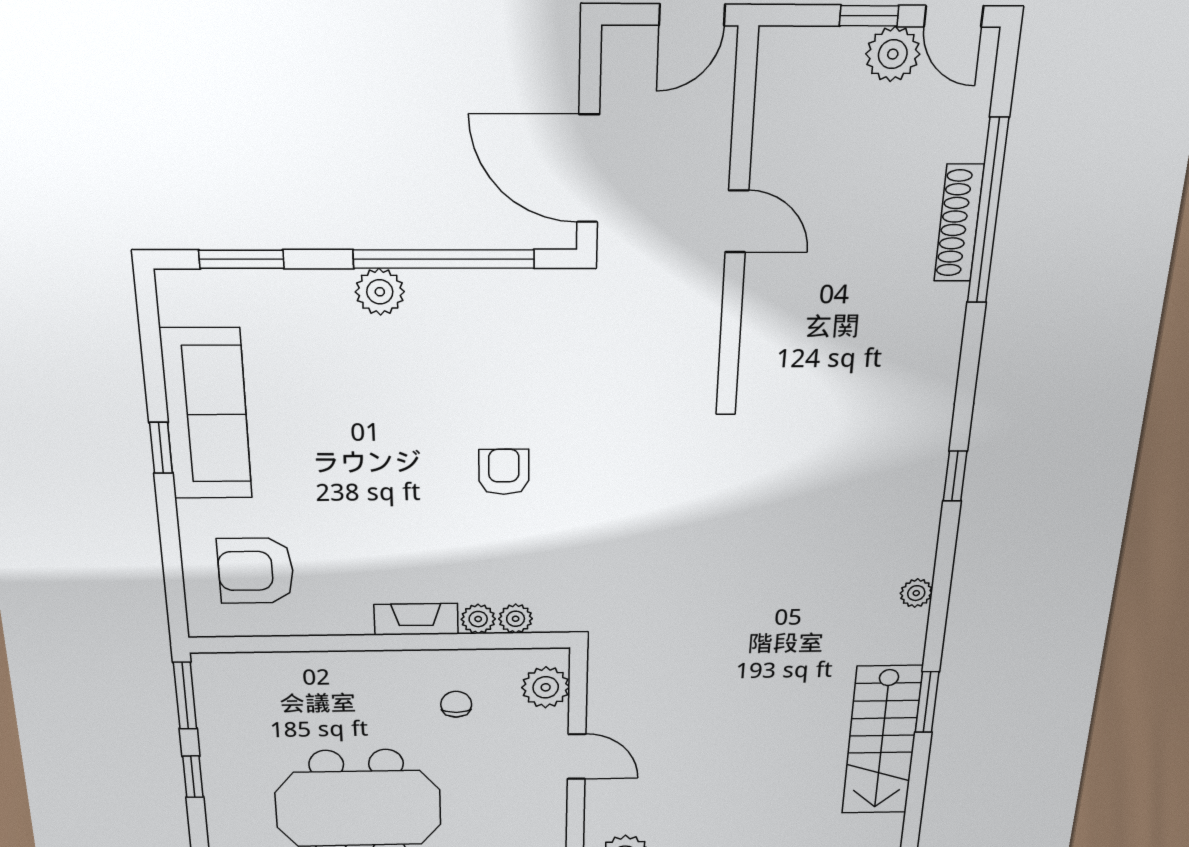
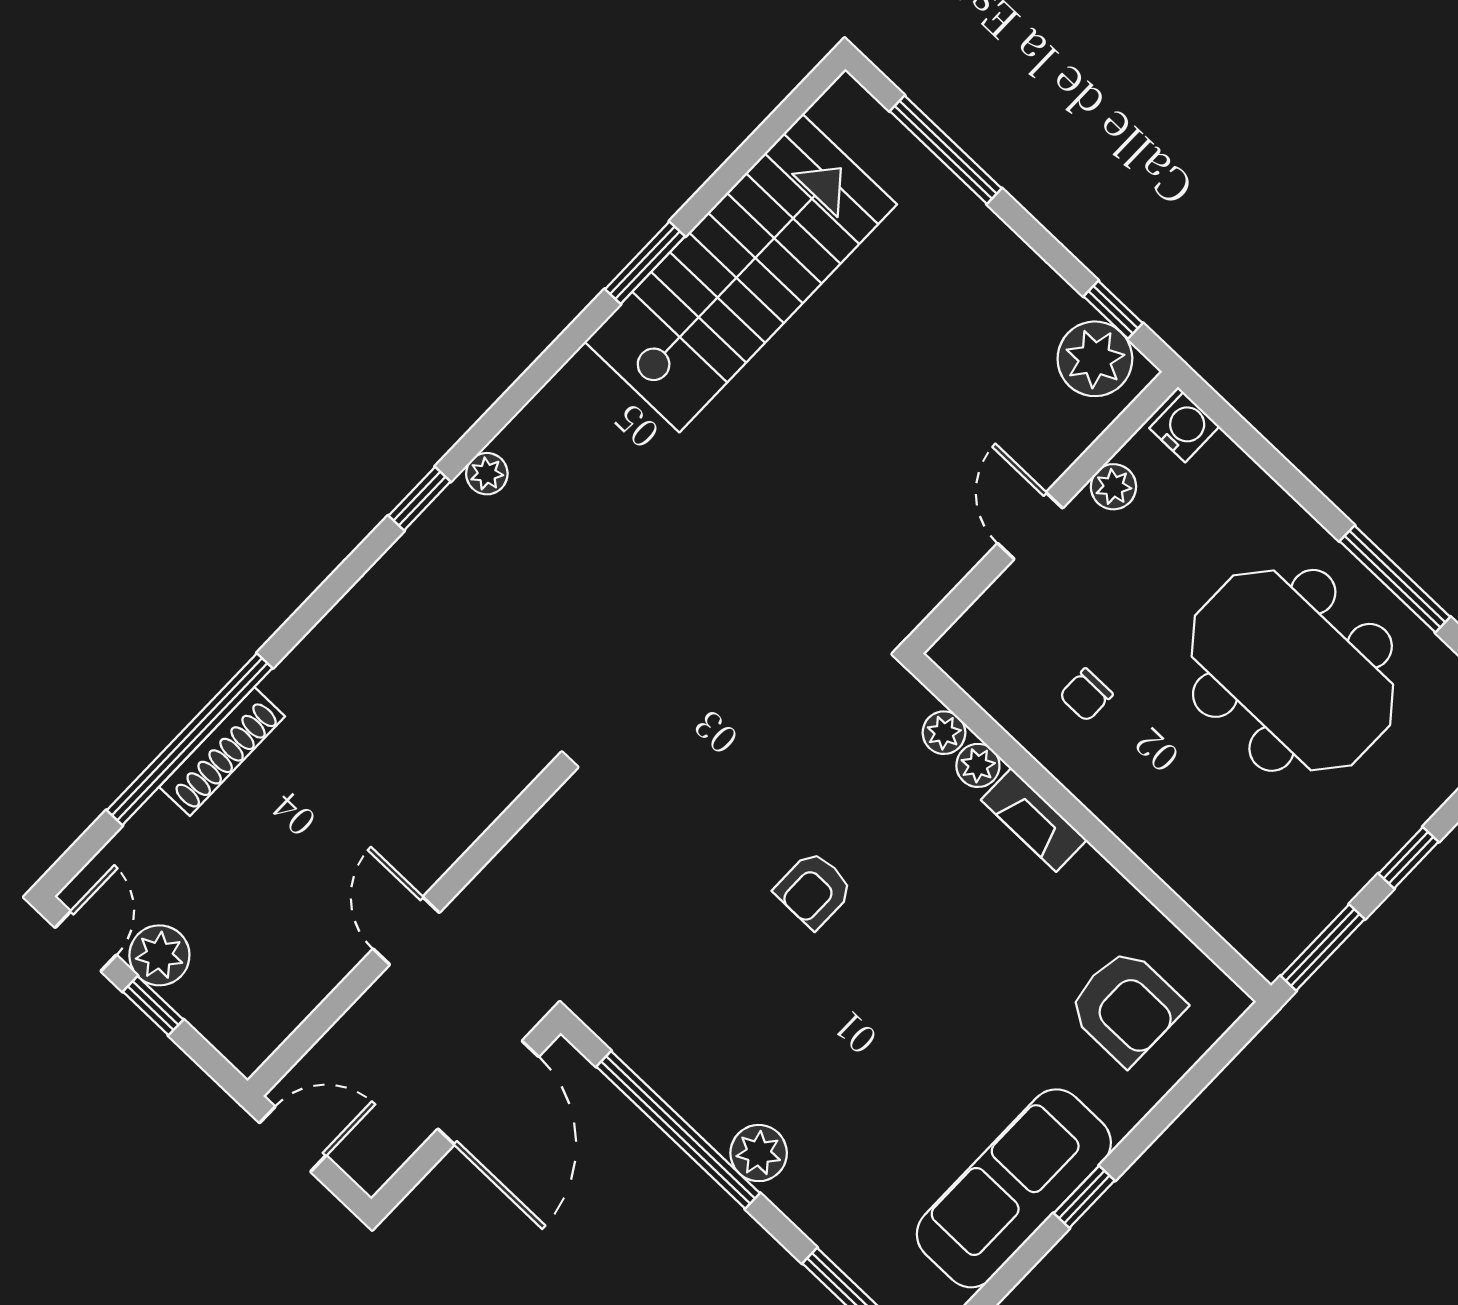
plant: (916, 593) -> (487, 474), moved
plant: (546, 687) -> (1113, 487), moved, width x0.73, depth x0.73
stairs: (882, 740) -> (741, 273), width x1.36, depth x1.51

